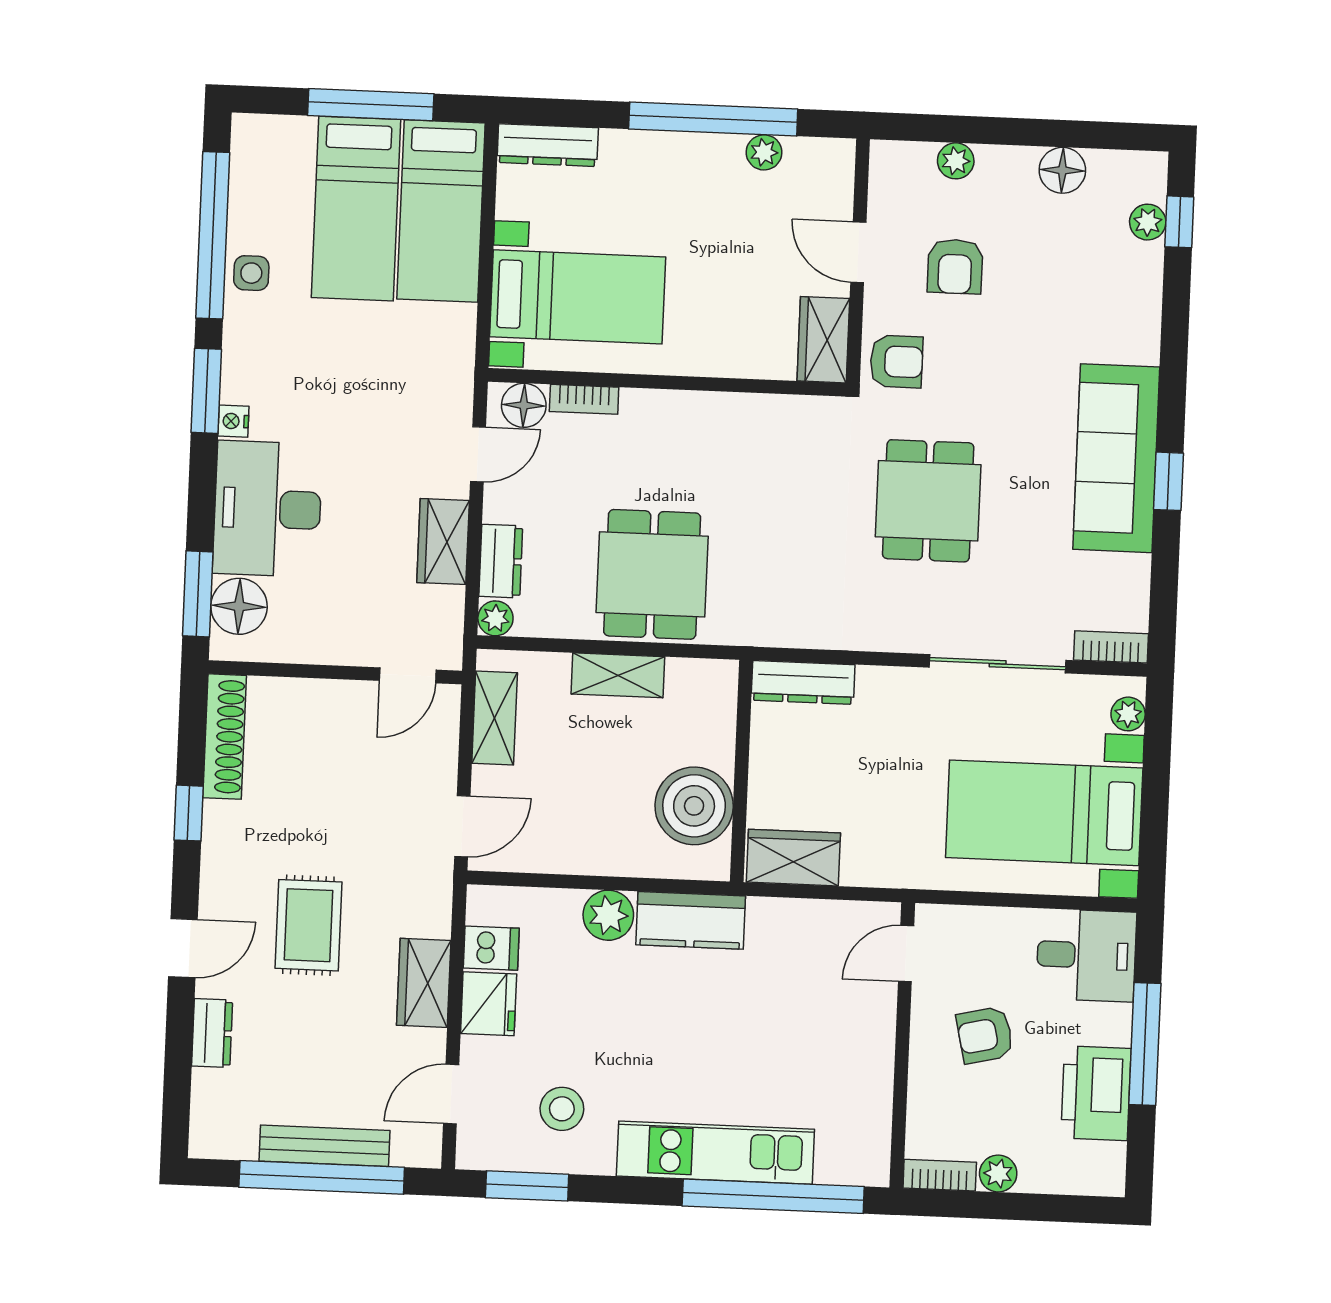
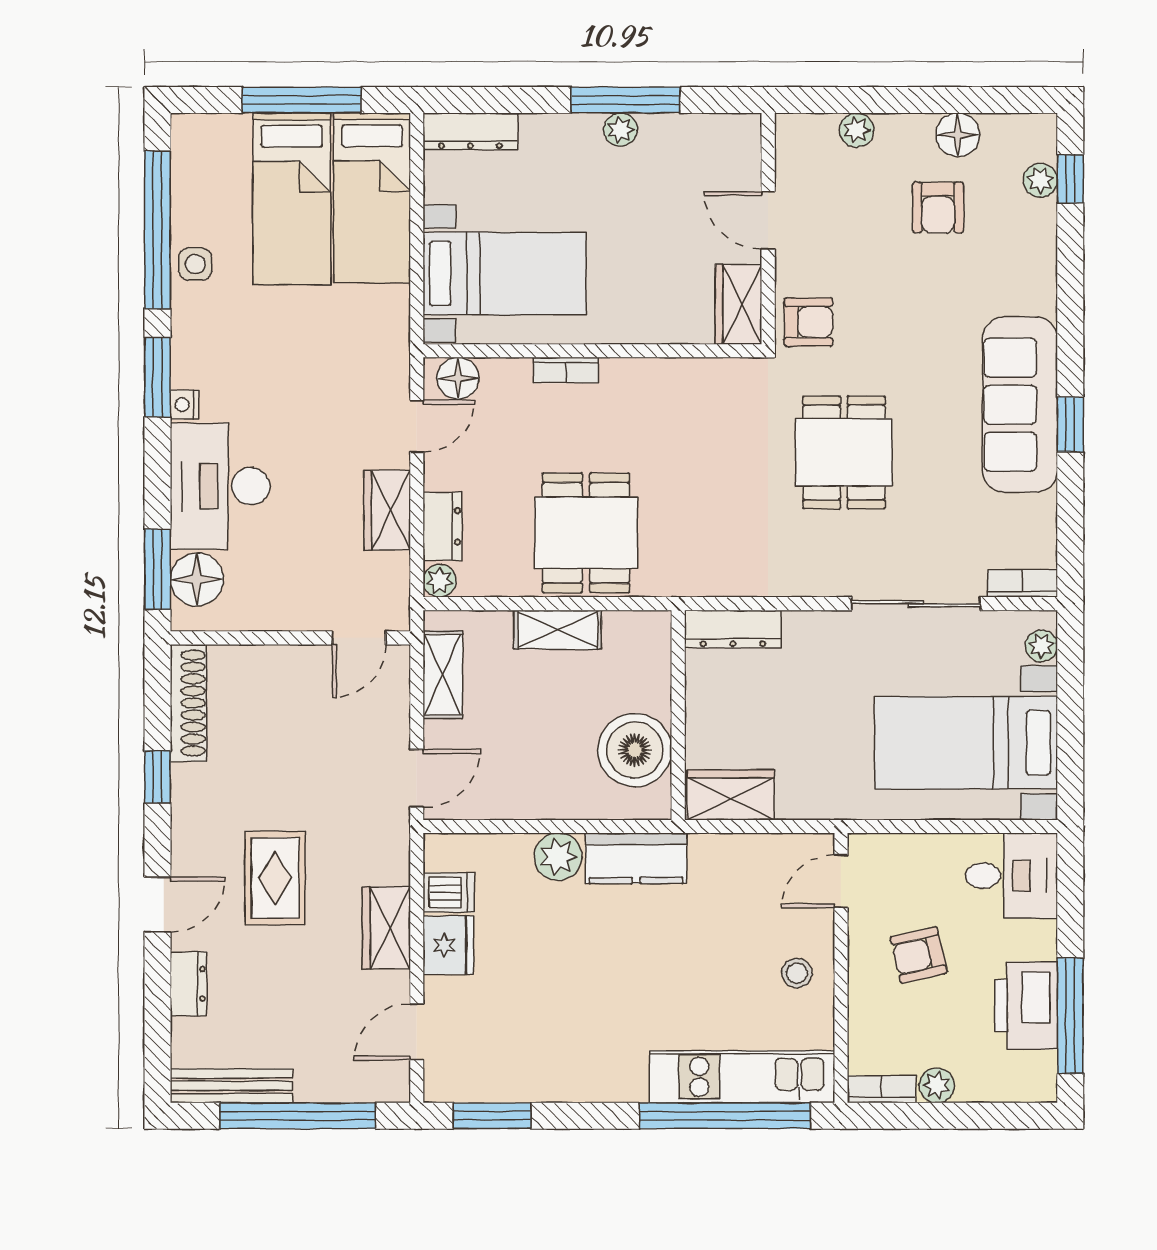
window: (713, 119) -> (626, 100), width x0.68
plant: (764, 152) -> (620, 130), moved
armchair: (955, 266) -> (938, 207), moved
bookcase: (584, 399) -> (566, 370), moved
window: (1145, 1044) -> (1070, 1016), moved
stool: (562, 1109) -> (797, 973), moved, width x0.73, depth x0.73
bench: (324, 1146) -> (231, 1086), moved
kitchen unit: (715, 1153) -> (742, 1077), moved

